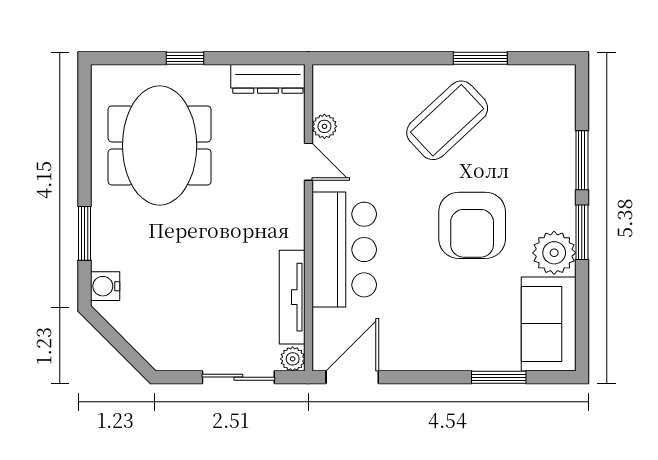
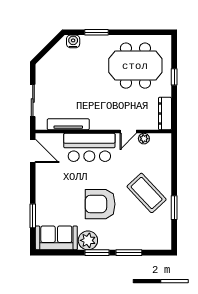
plant: (293, 359) -> (41, 125), removed

